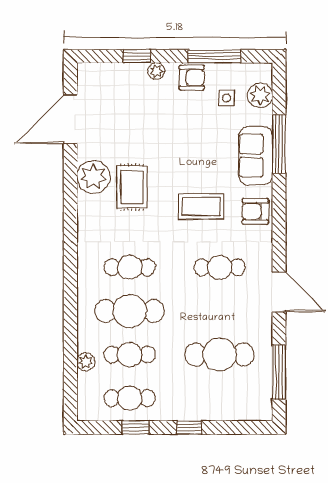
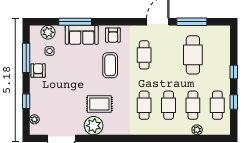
plant: (156, 71) -> (34, 119), moved
cafe table: (130, 311) -> (169, 105), width x0.73, depth x0.74
window: (279, 372) -> (192, 22), moved

